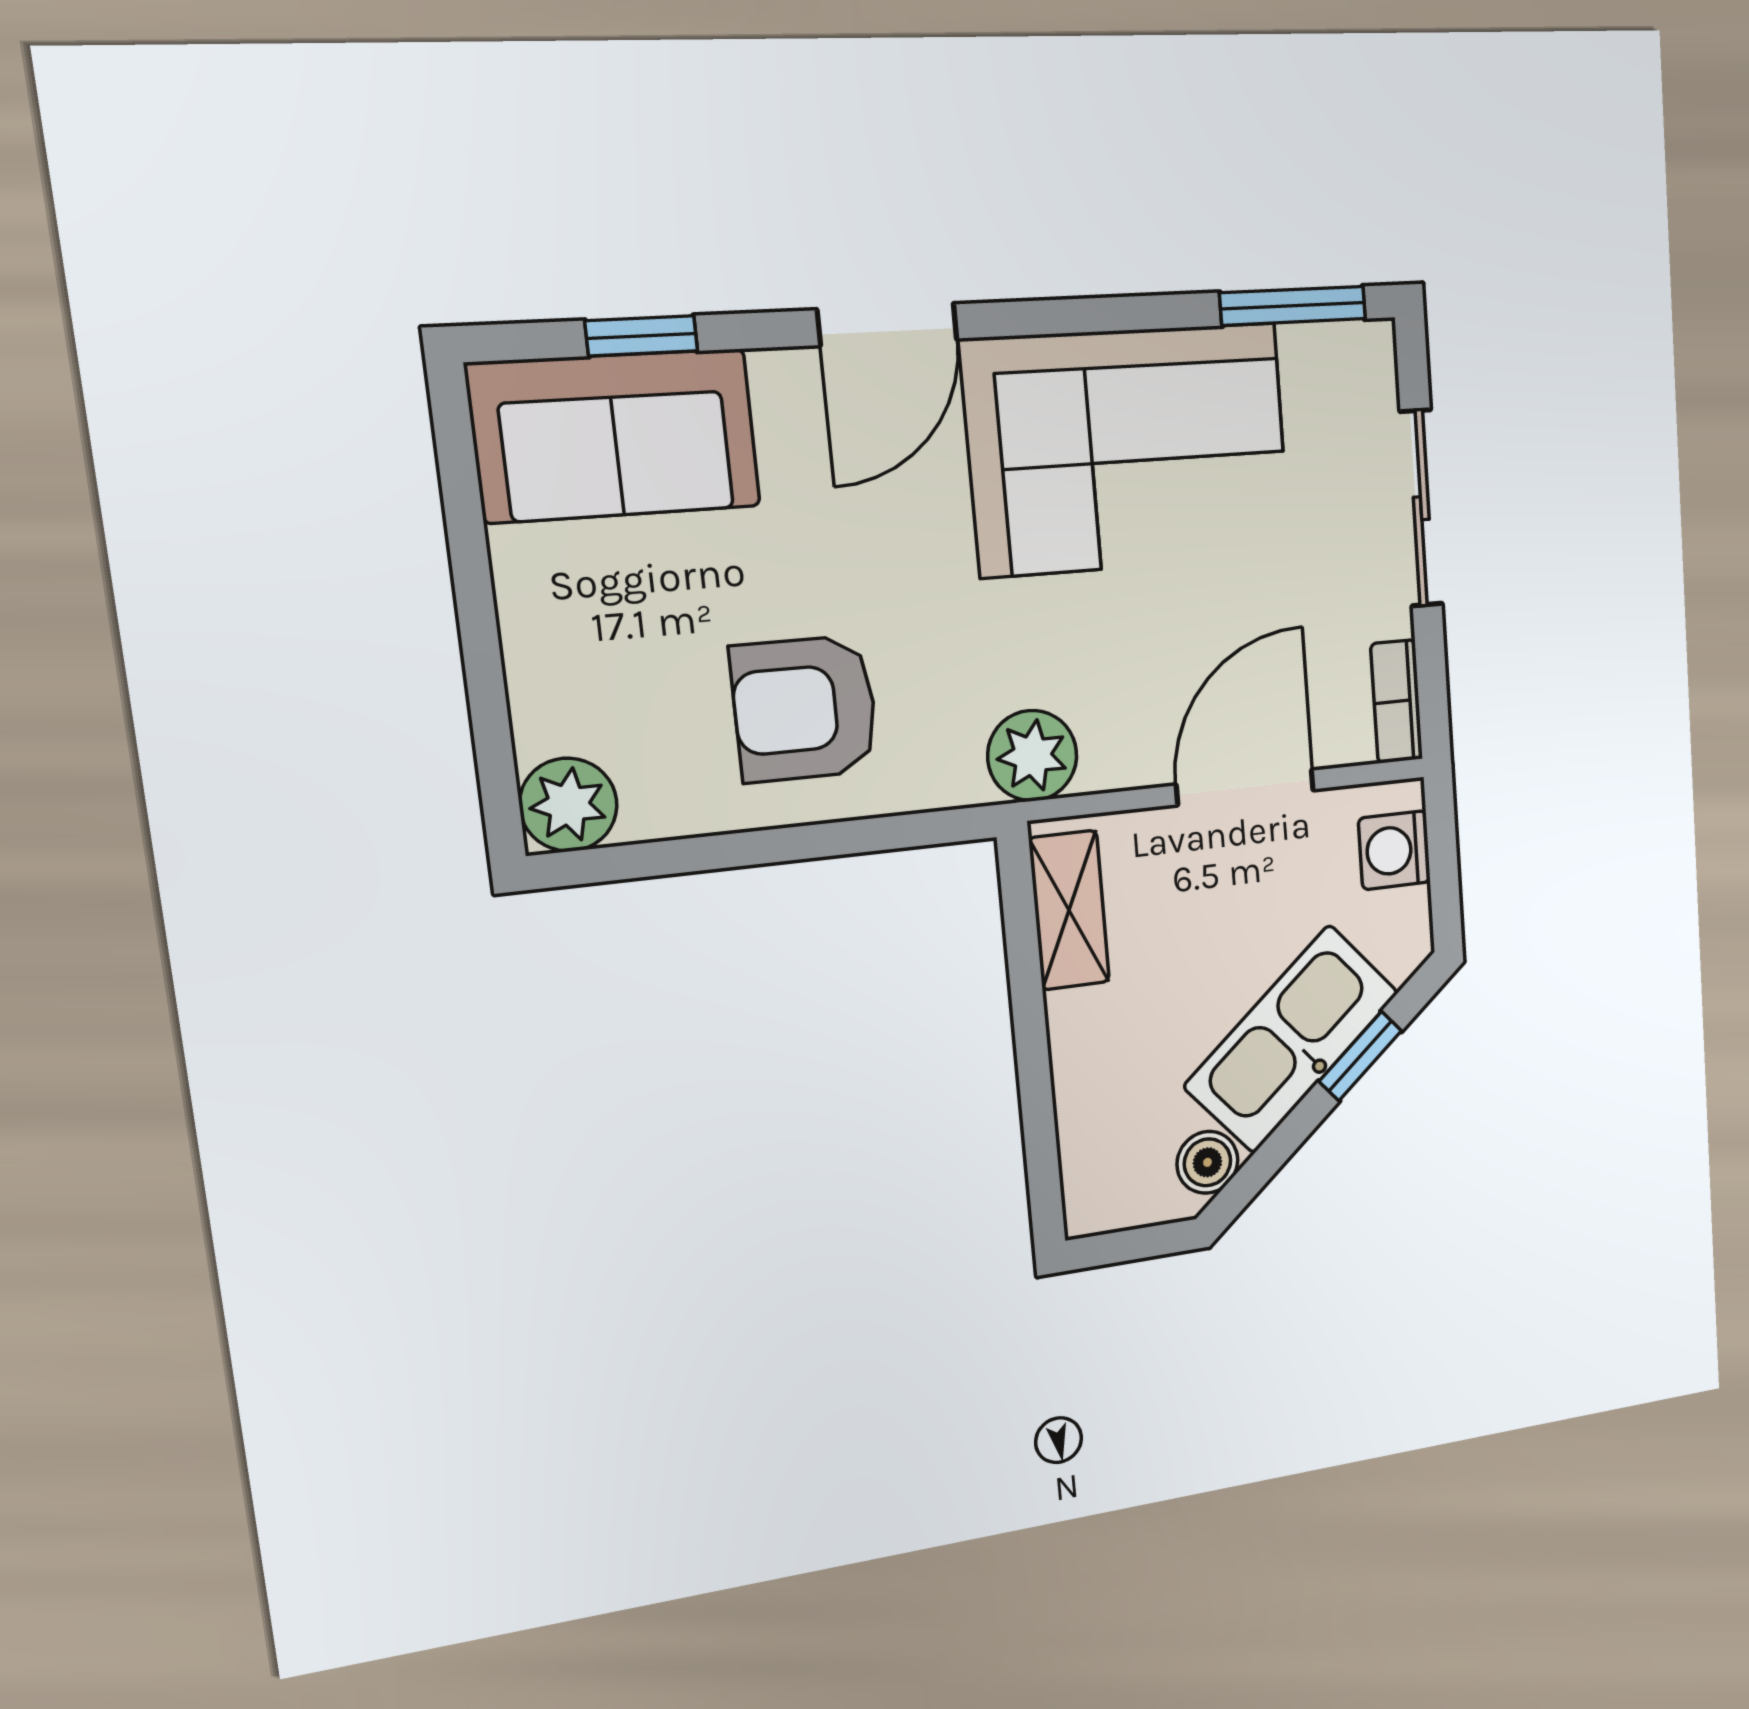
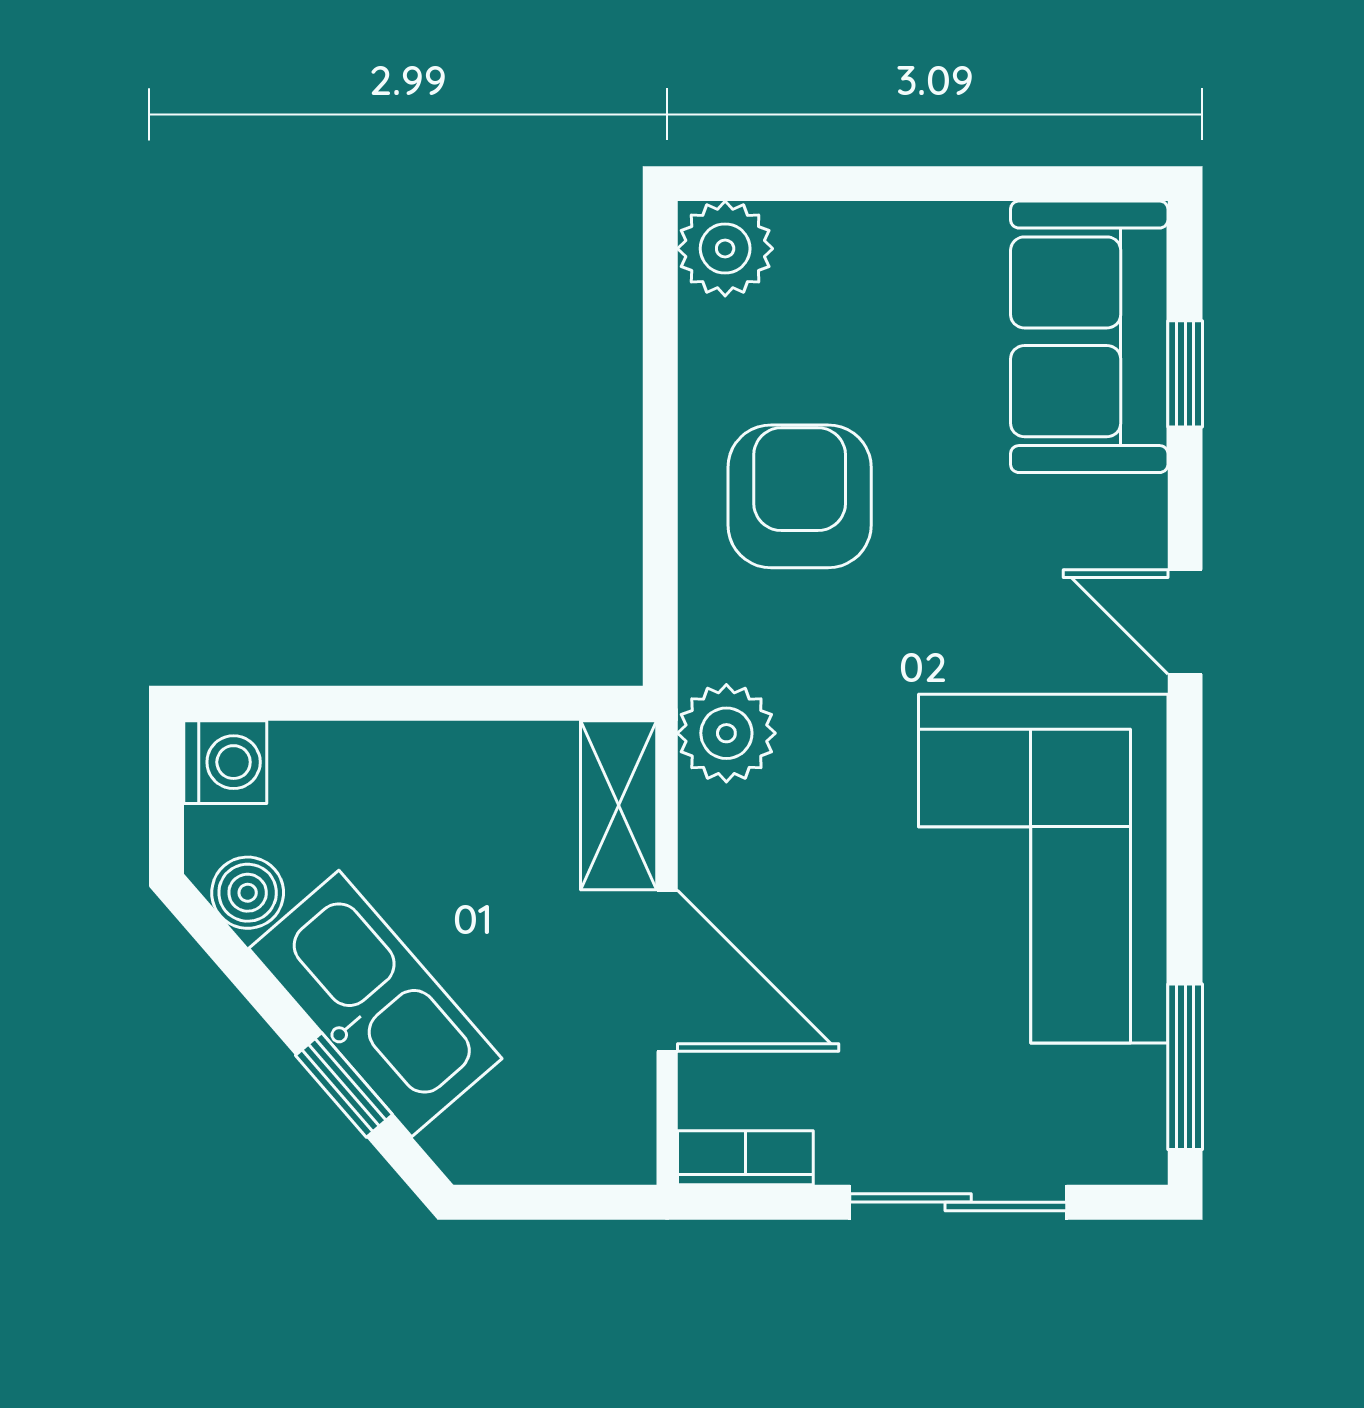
door: (887, 325) -> (1185, 622), width x0.73
washing machine: (1394, 850) -> (225, 762), moved, turned 90
shelving: (1069, 910) -> (619, 805), moved, turned 90

